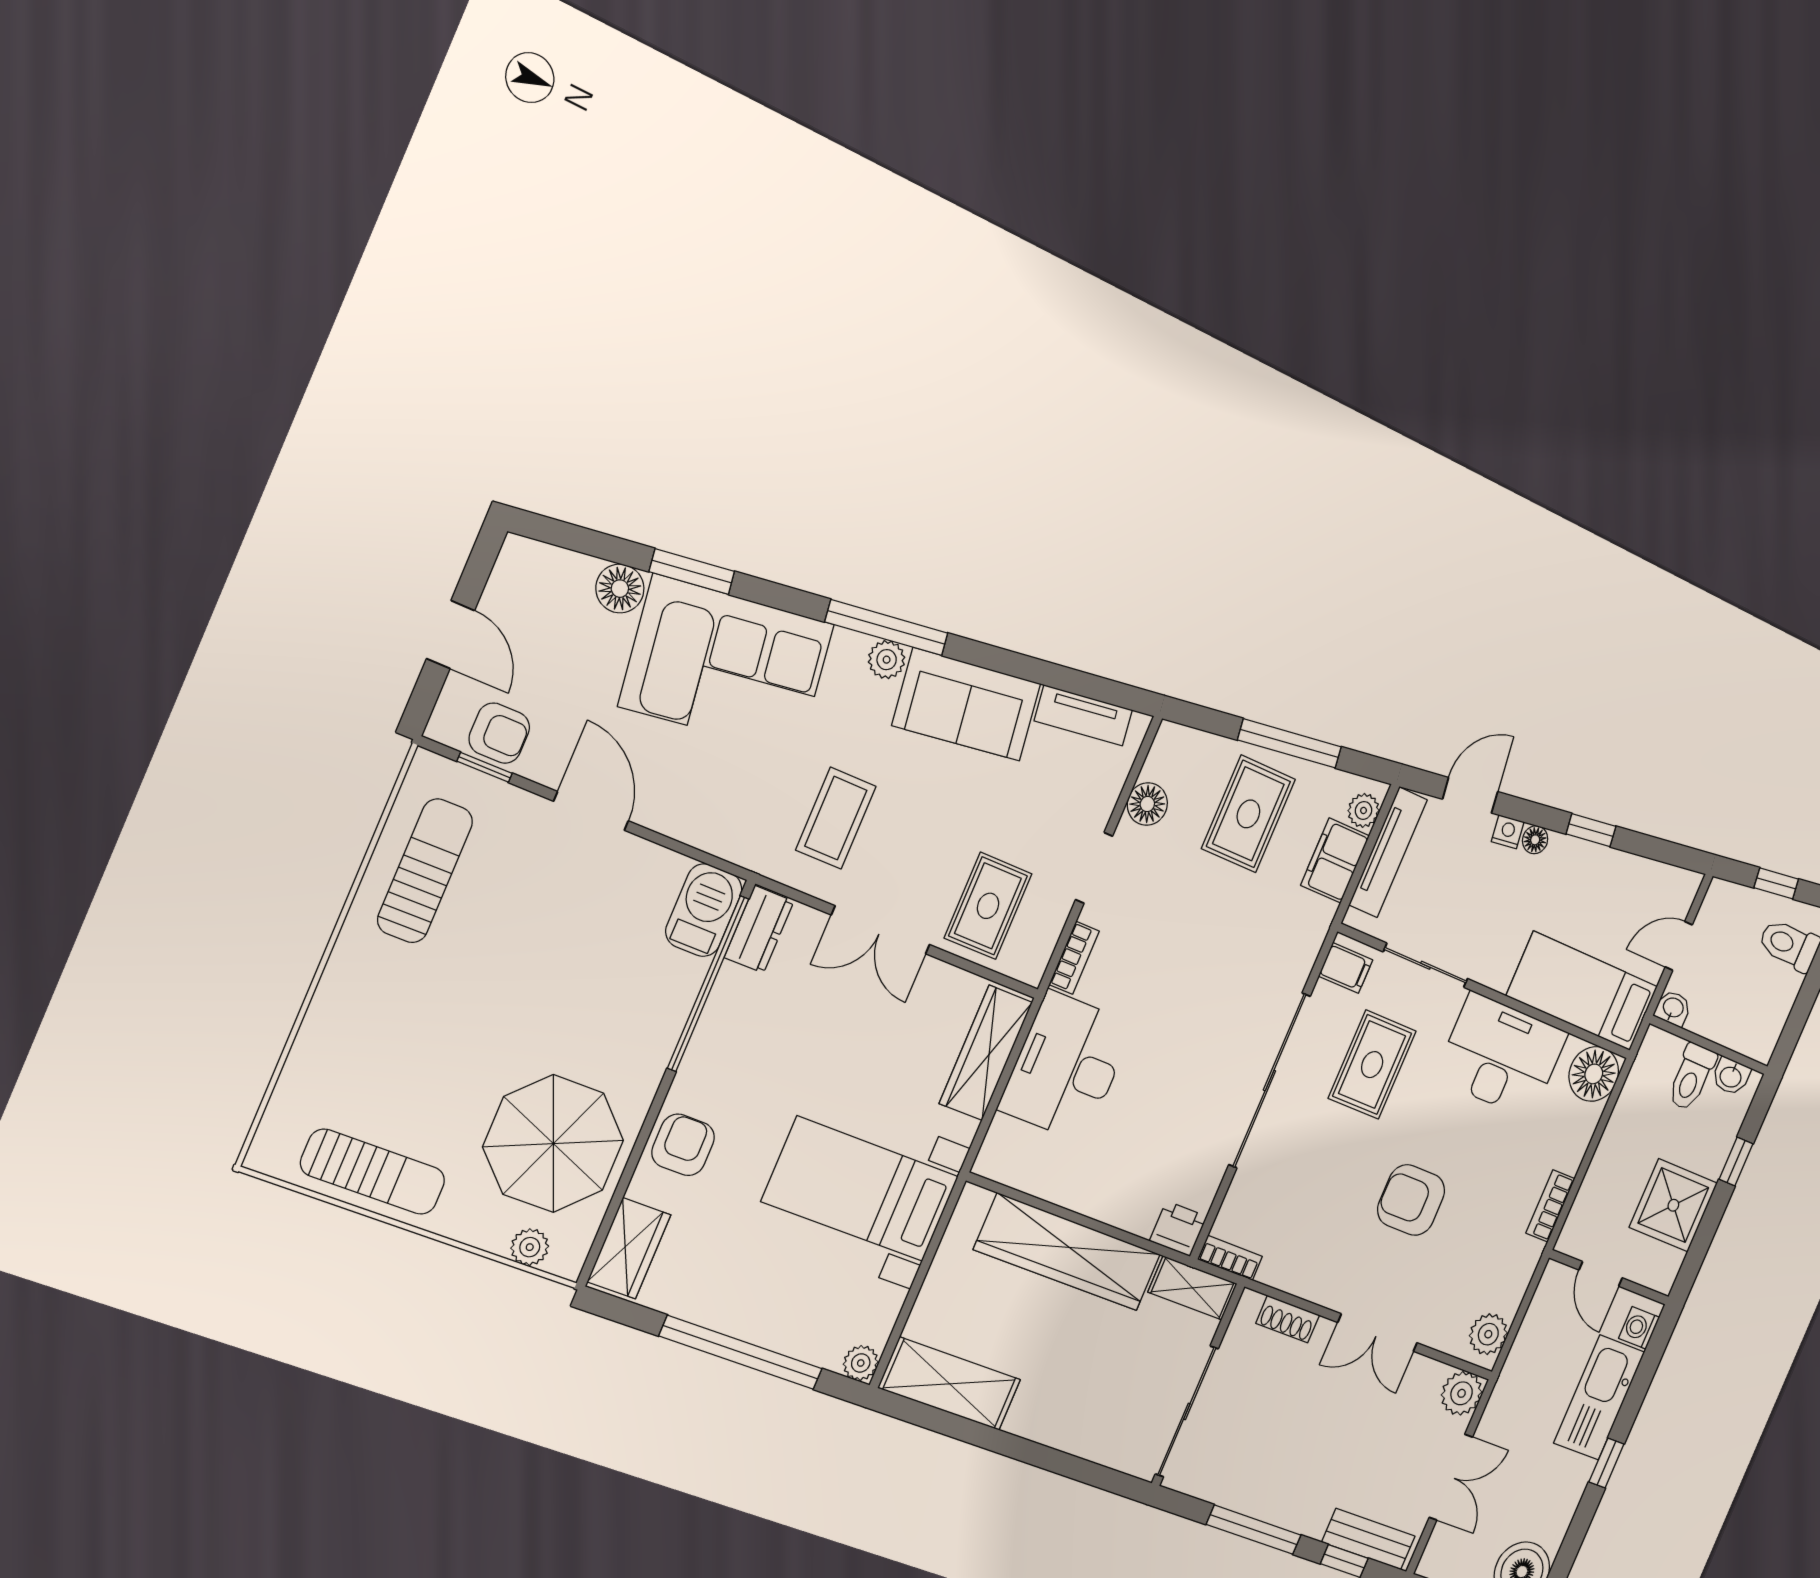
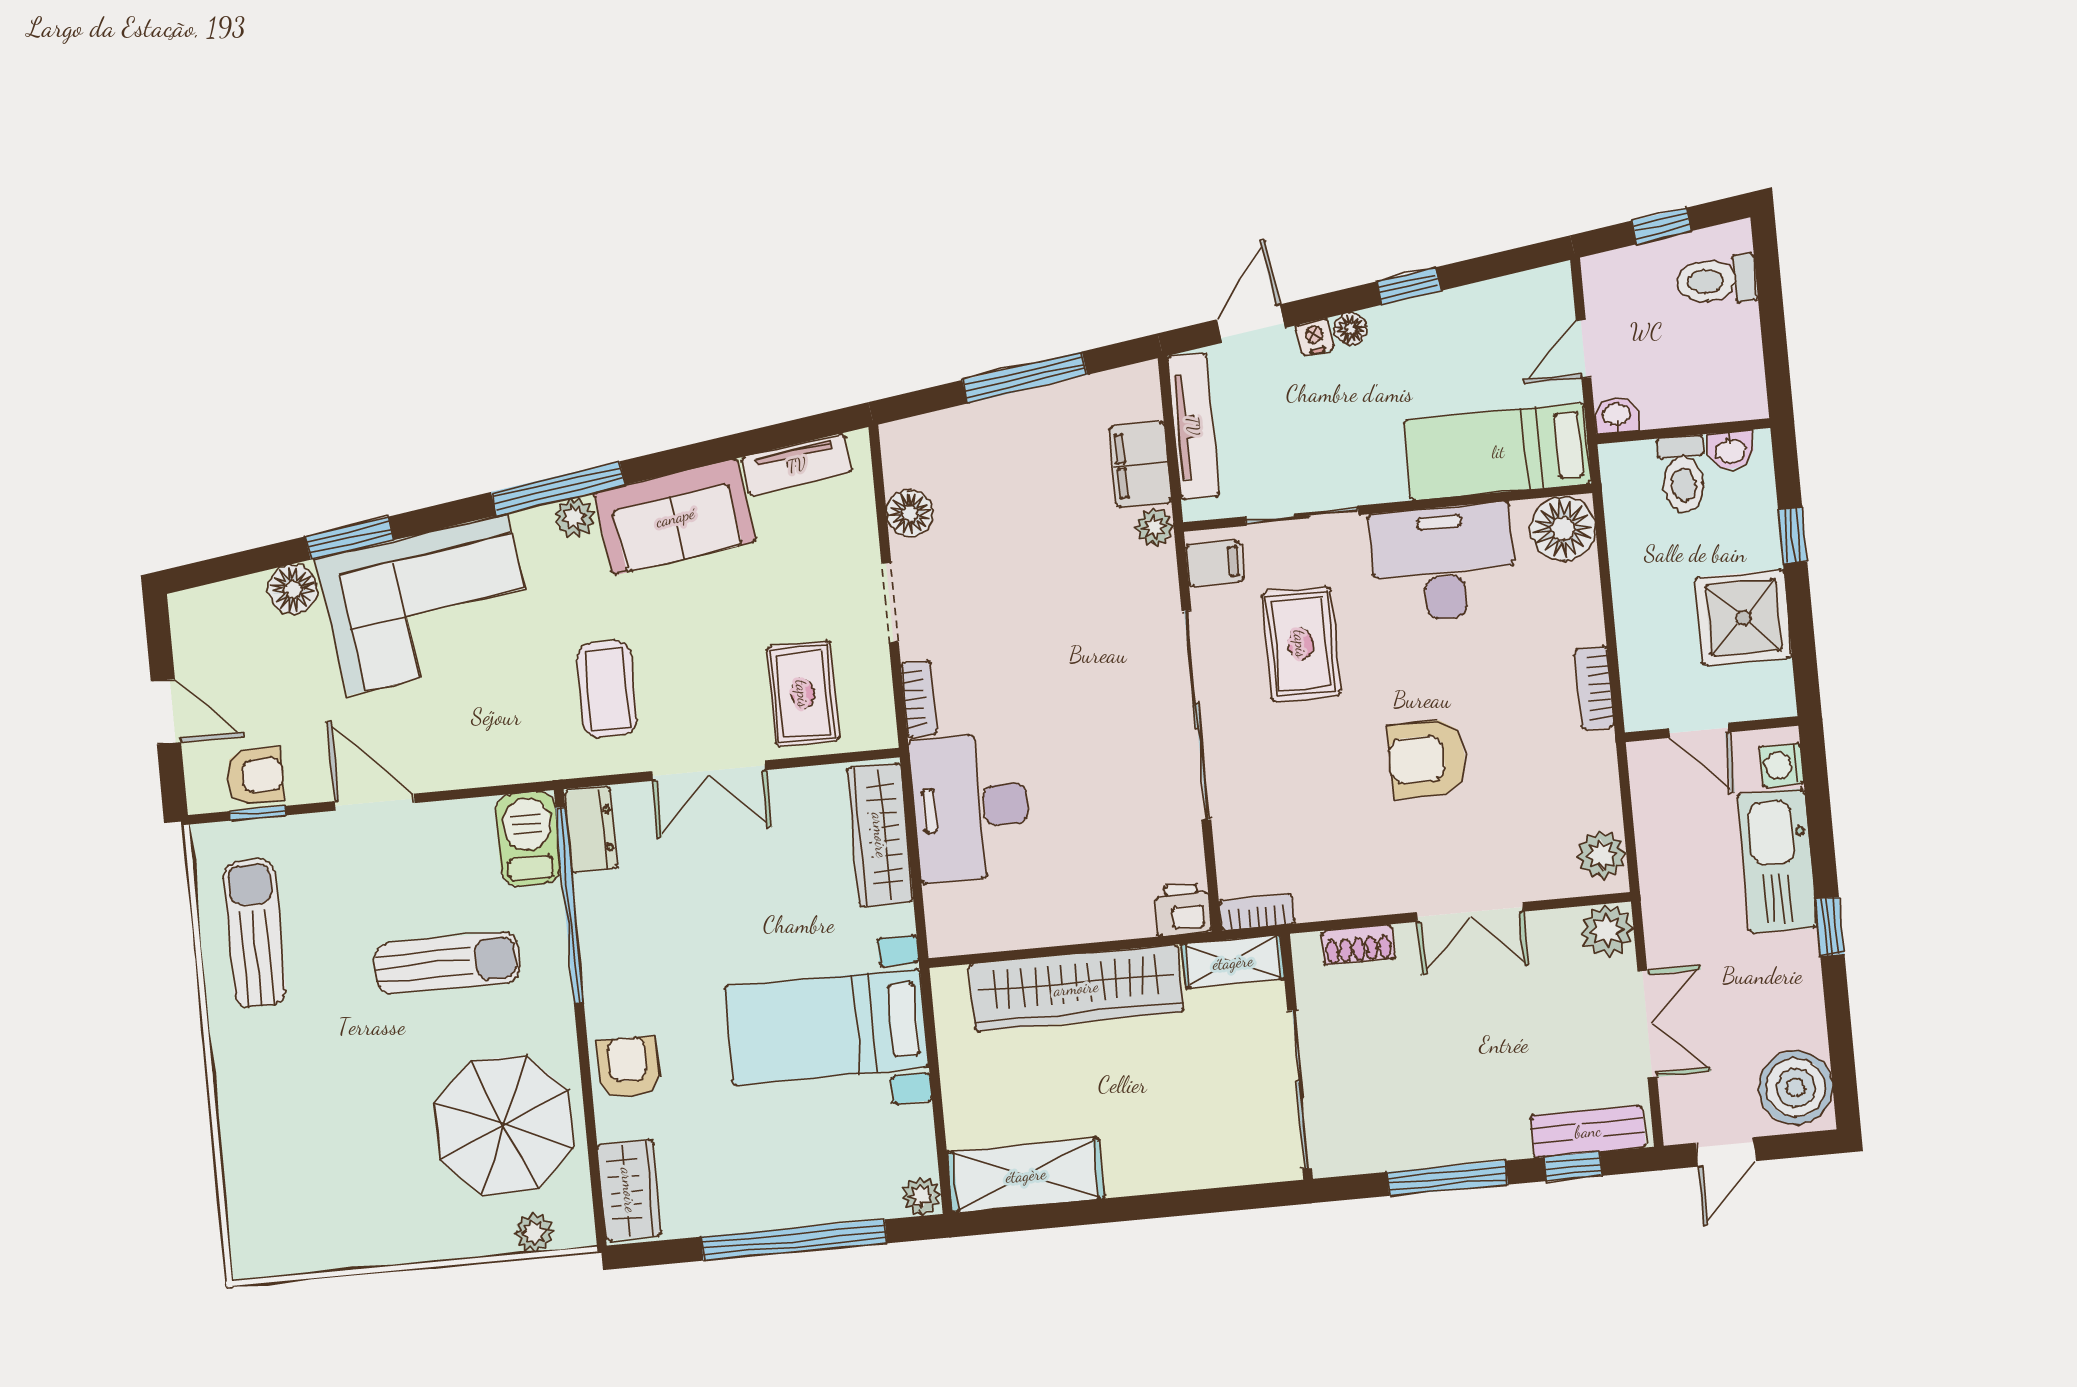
plant: (1364, 810) -> (1154, 527), moved
rug: (1248, 814) -> (1021, 468), removed
sun lounger: (373, 1172) -> (447, 963), moved

